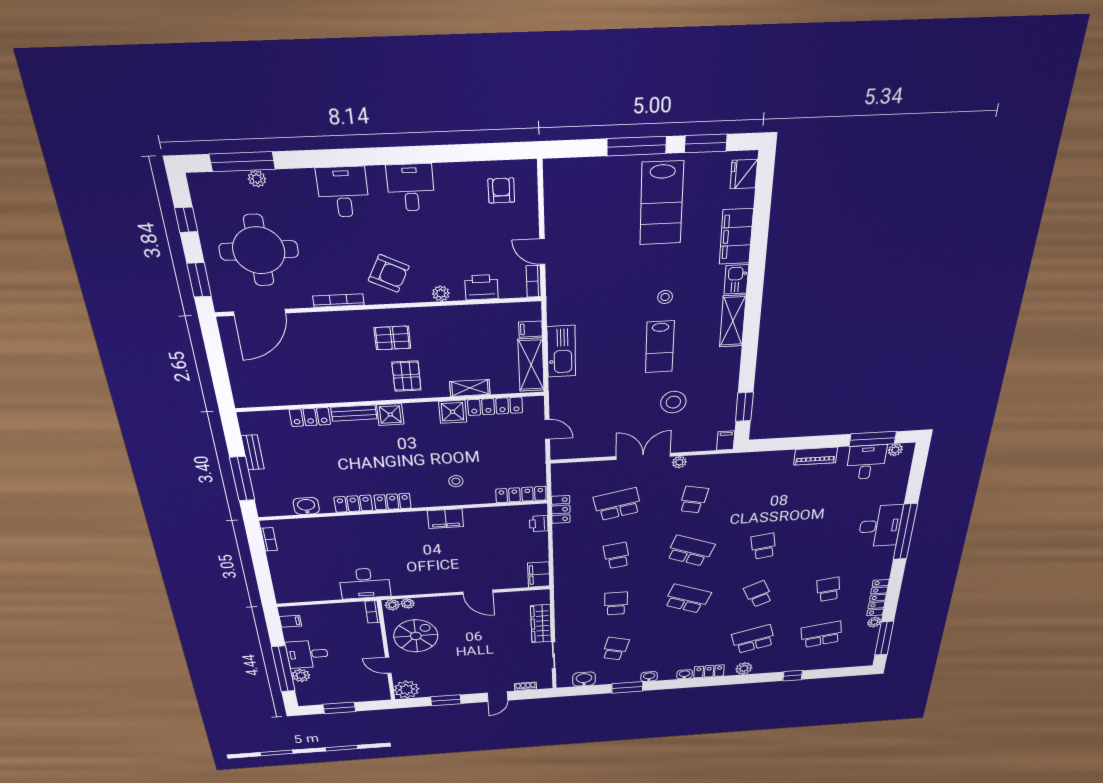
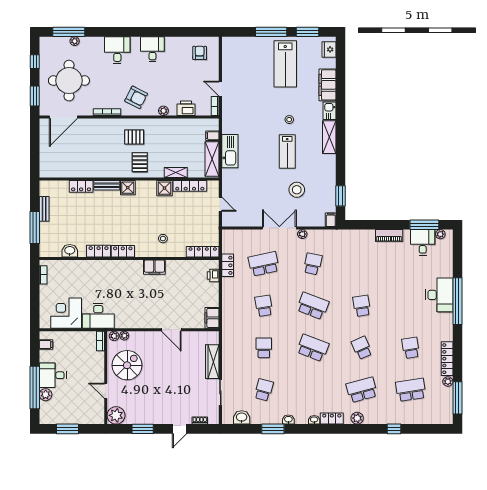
corner desk: (314, 583) -> (66, 313), added

